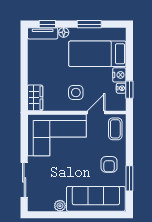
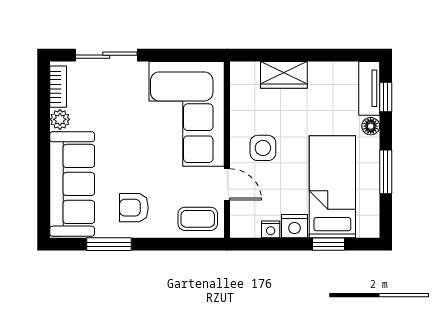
window: (129, 90) -> (328, 244), moved
wardrobe: (35, 98) -> (284, 75), moved
bookcase: (42, 207) -> (58, 87), added

